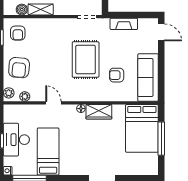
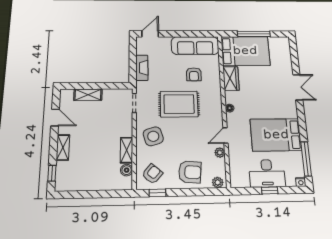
armchair: (18, 33) -> (152, 174), turned -49
side table: (54, 34) -> (153, 136), added
plant: (25, 96) -> (220, 153), moved
wardrobe: (99, 112) -> (231, 79), moved
bed: (48, 151) -> (276, 135), width x1.50

